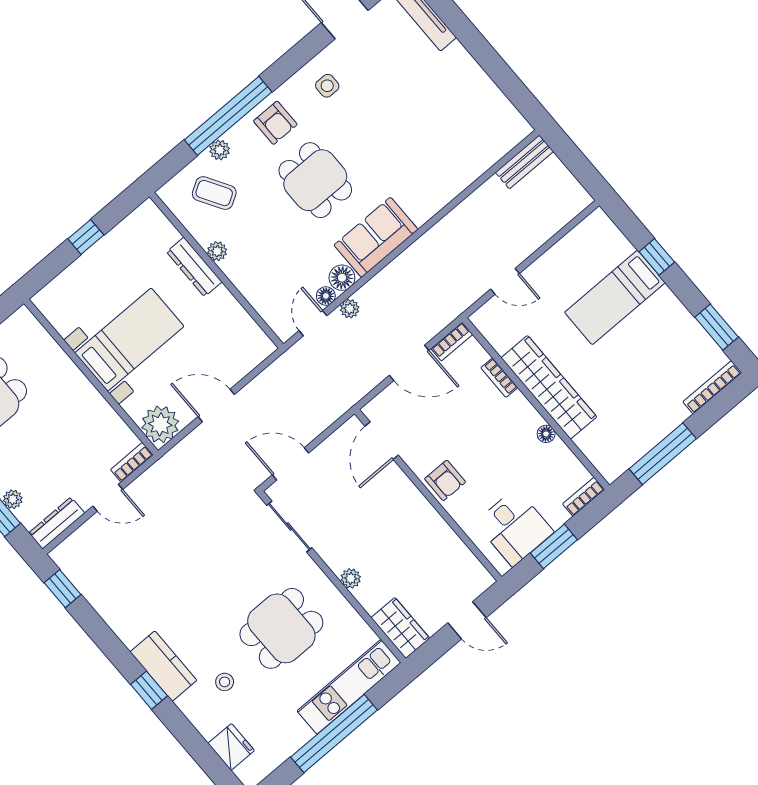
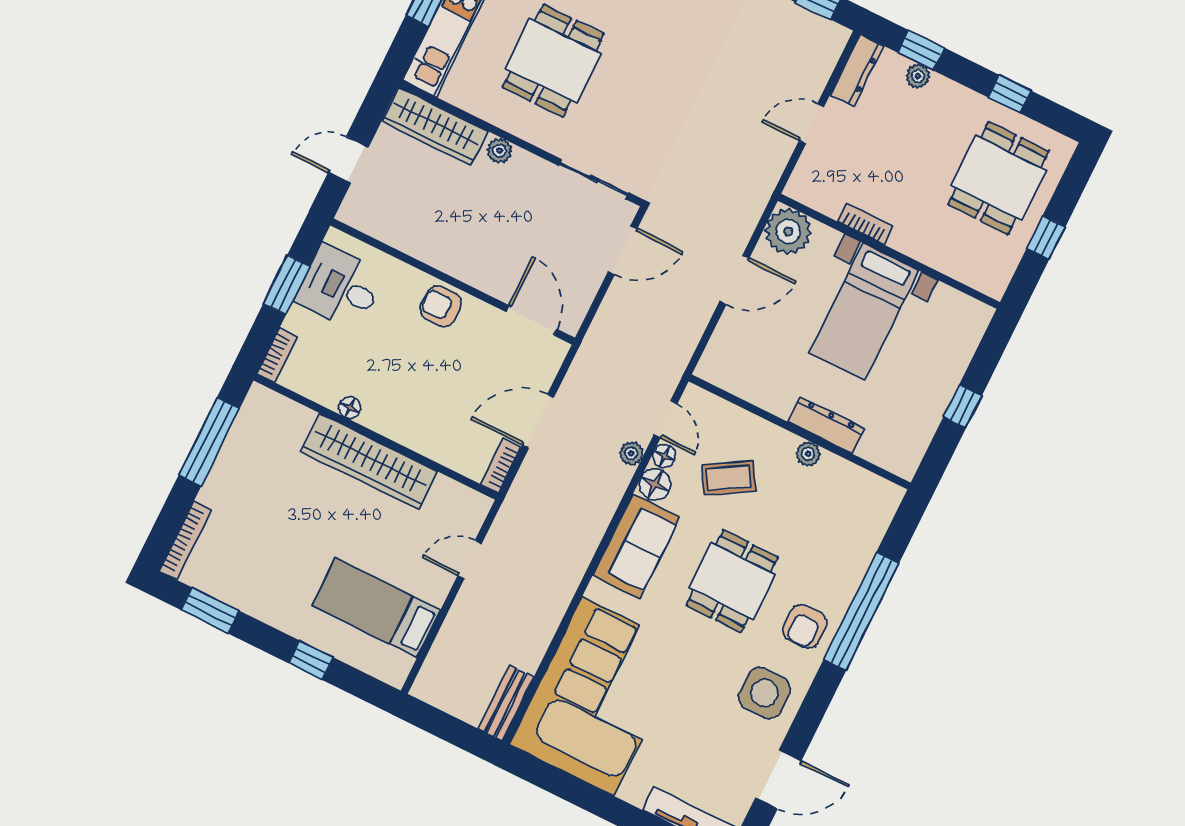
side table: (327, 86) -> (764, 693), width x1.87, depth x1.87
armchair: (275, 123) -> (805, 626), turned -90
corner sofa: (453, 137) -> (598, 696), added
plant: (220, 150) -> (854, 569), removed
dining table: (315, 180) -> (732, 581), turned 90
coffee table: (214, 193) -> (729, 478), moved
bed: (615, 297) -> (376, 608), moved, turned -90
bookcase: (499, 378) -> (430, 448), removed
bookcase: (132, 462) -> (865, 224), moved, turned -90
wardrobe: (400, 628) -> (435, 126), width x1.50

